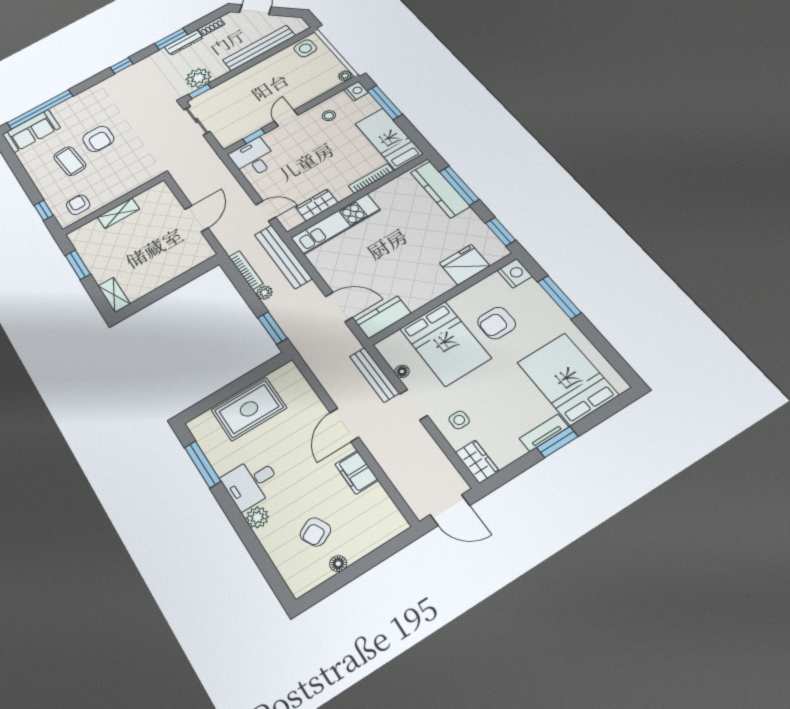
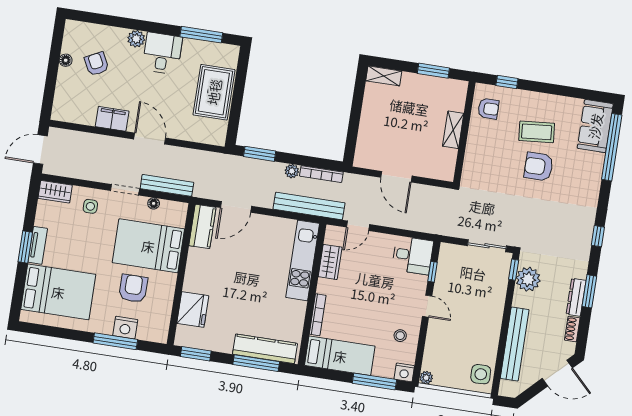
nightstand: (515, 273) -> (125, 328), moved

